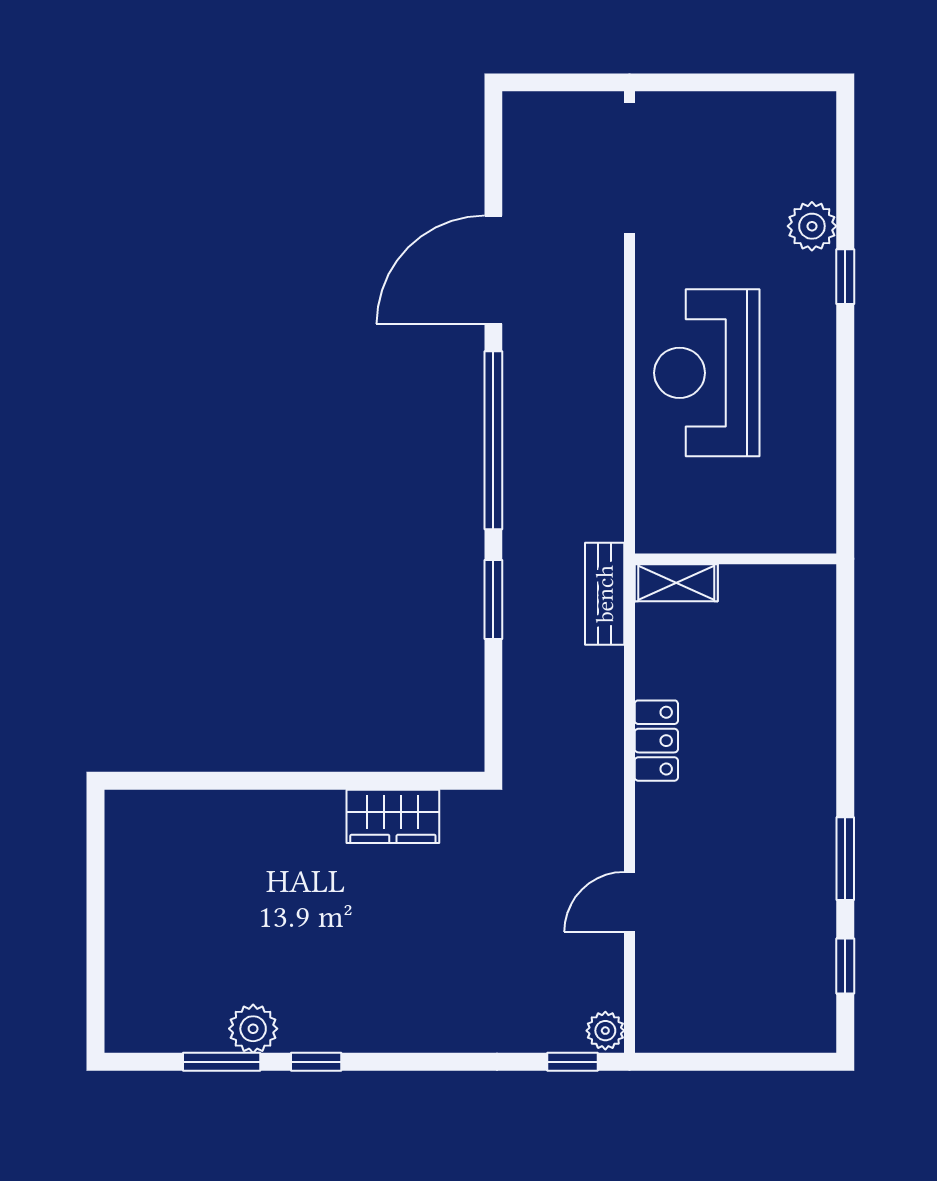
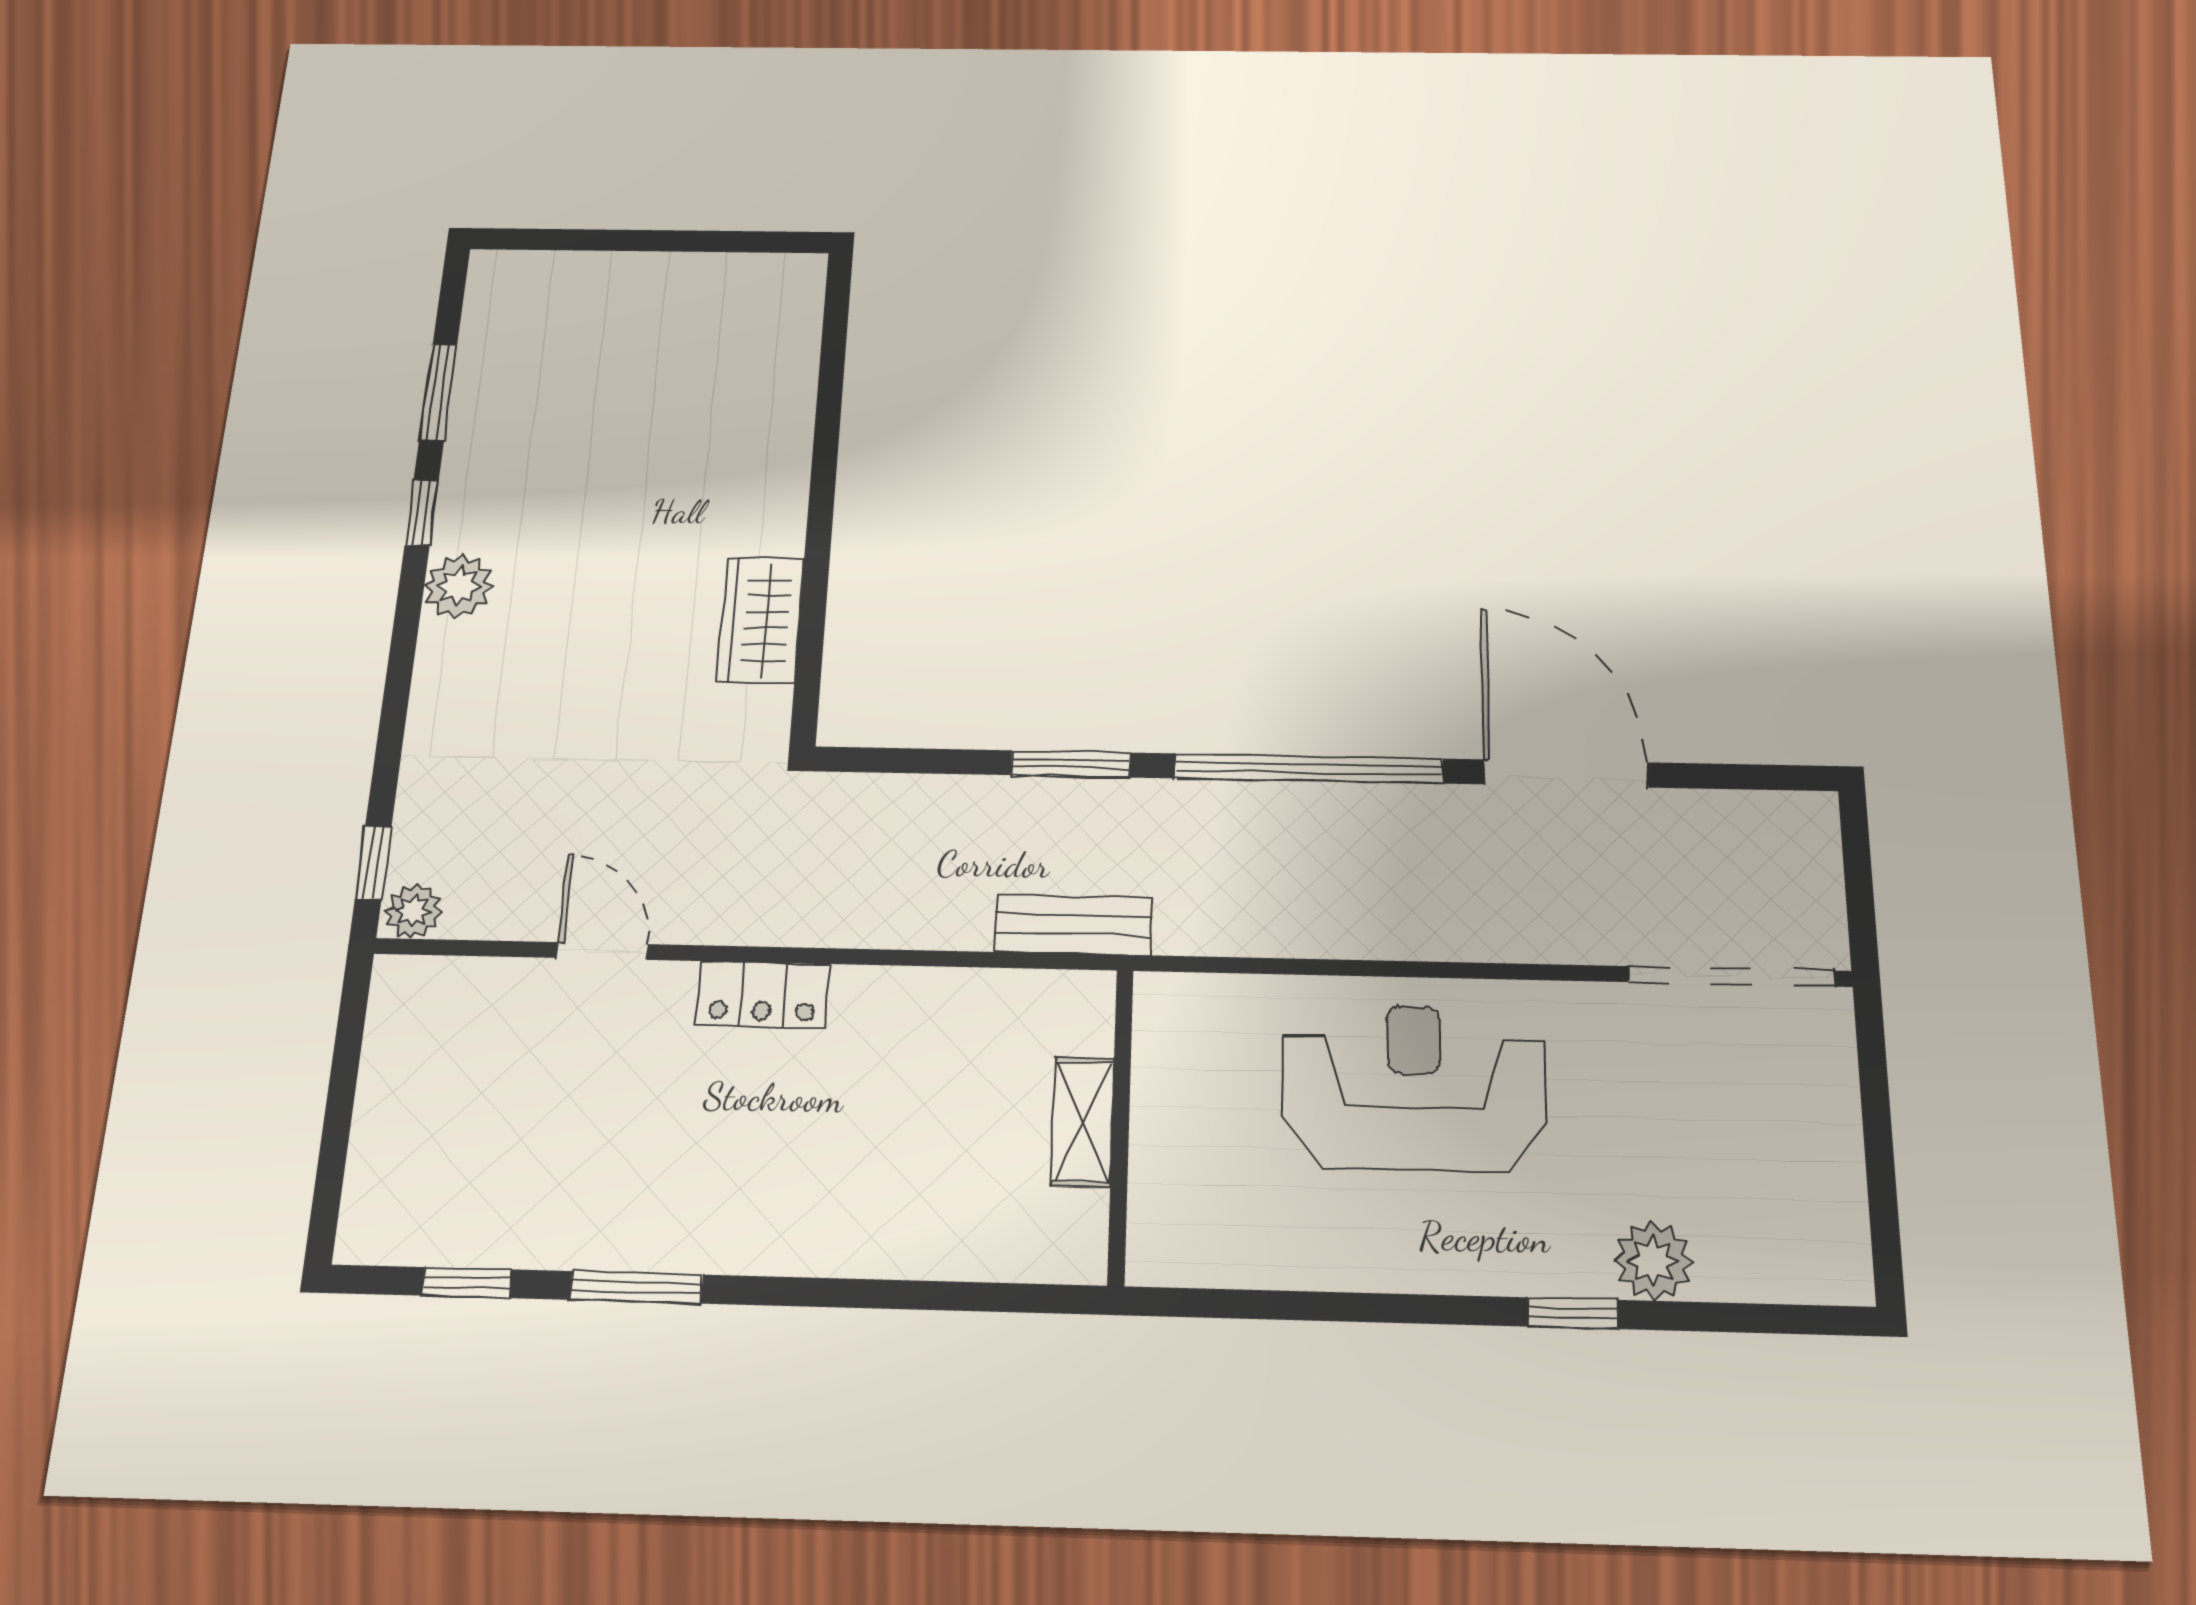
shelving: (676, 583) -> (1083, 1122), moved
locker: (656, 741) -> (763, 995), moved
plant: (253, 1029) -> (459, 586), moved

